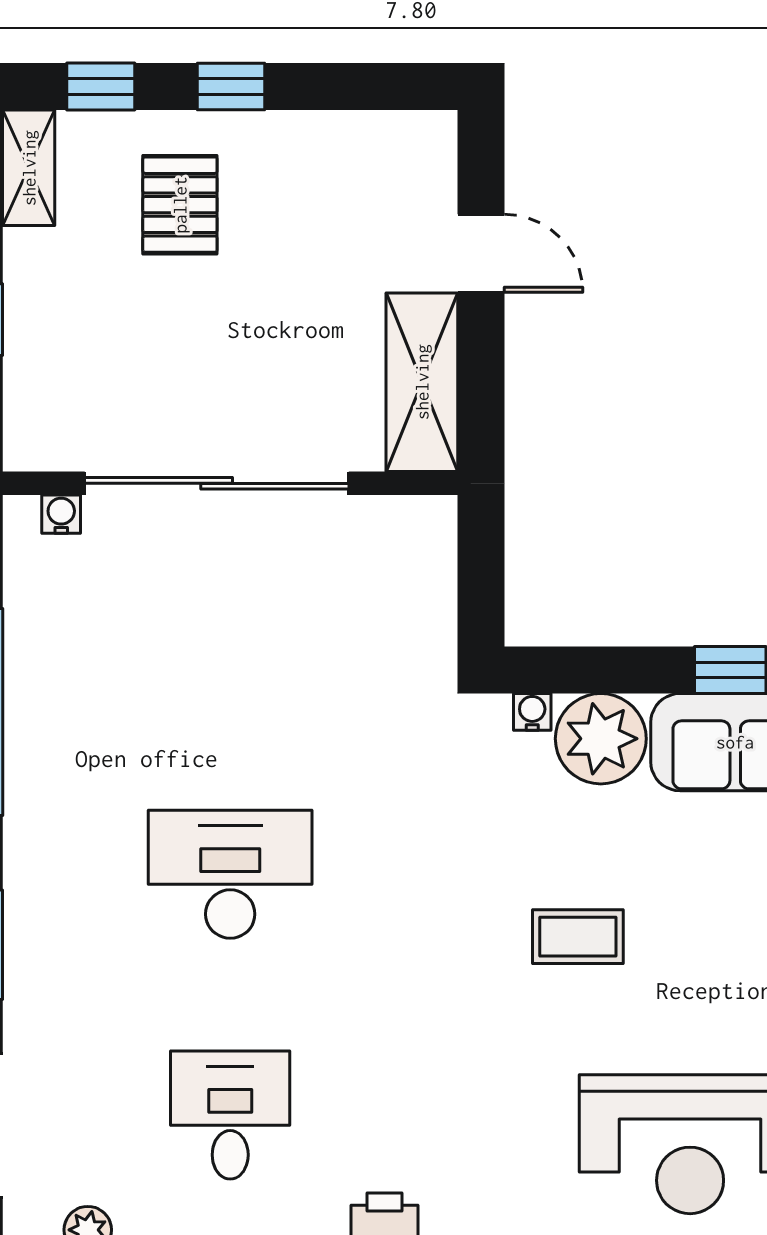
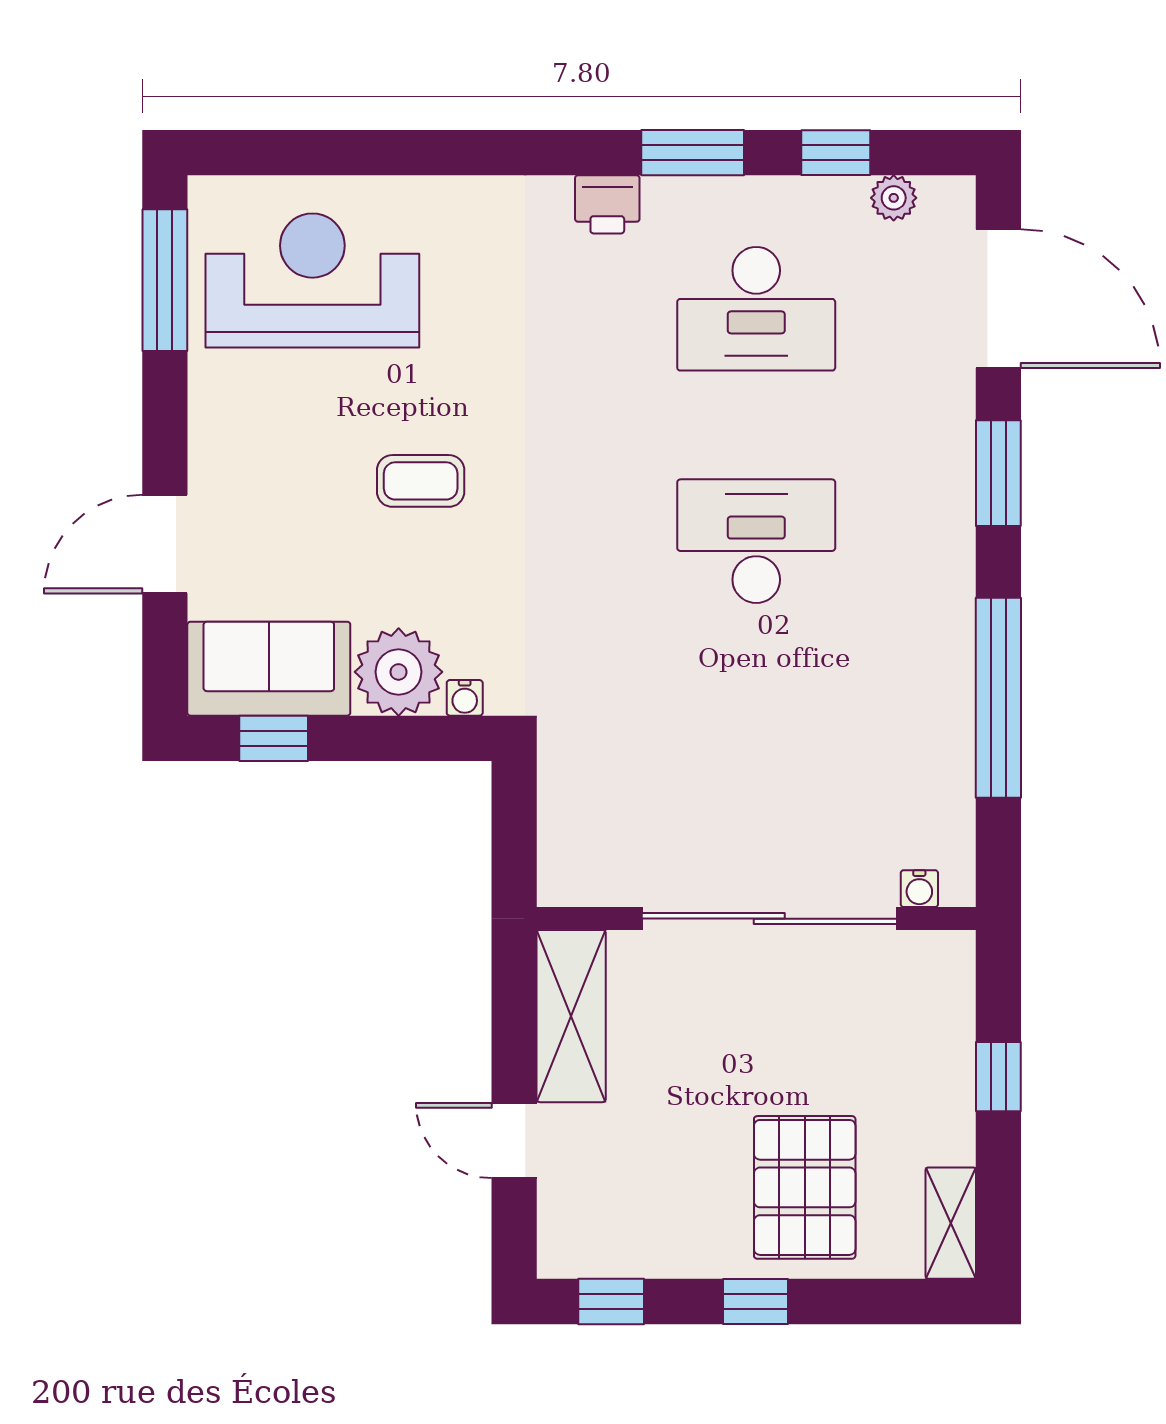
window: (101, 87) -> (611, 1301), moved
pallet: (180, 205) -> (805, 1187), width x1.50, depth x1.42
desk: (230, 874) -> (756, 541), turned 180
desk: (230, 1115) -> (756, 309), width x1.37

